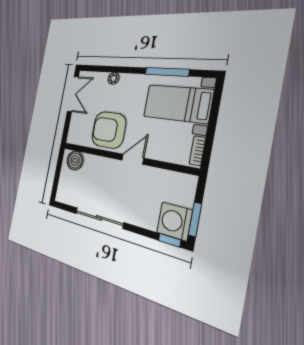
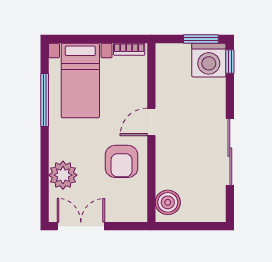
plant: (113, 78) -> (63, 175), width x1.88, depth x1.88
armchair: (109, 130) -> (122, 161), width x0.73, depth x0.73
door: (133, 159) -> (151, 122), hinge flipped

